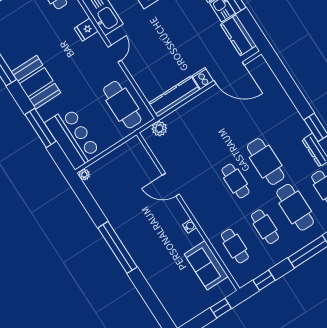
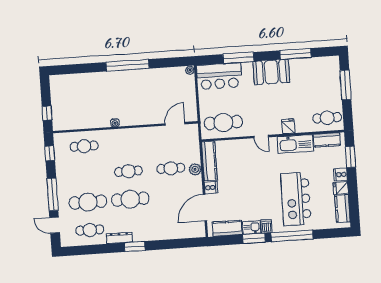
plant: (159, 129) -> (195, 169), moved
door: (171, 185) -> (175, 124), moved
cafe table: (265, 227) -> (171, 168), moved
sofa: (206, 265) -> (82, 119), removed

